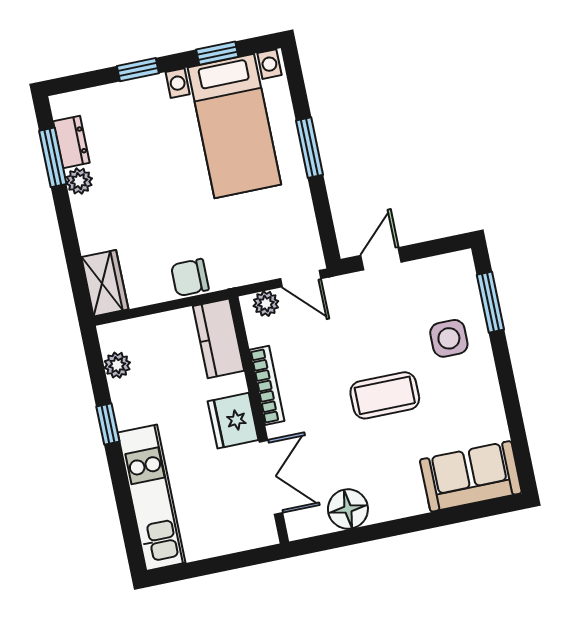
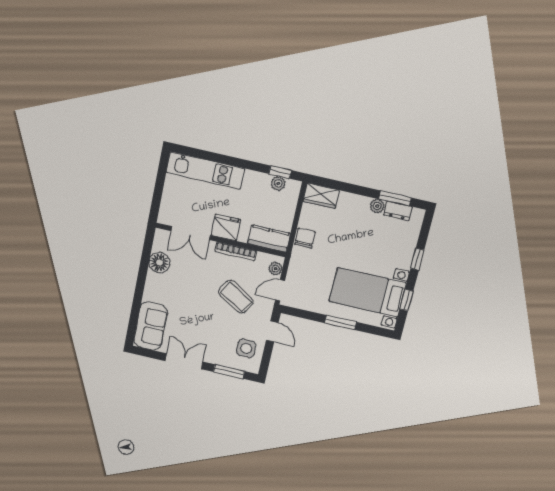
side table: (449, 338) -> (246, 348), moved
double door: (509, 390) -> (184, 361), added
coffee table: (385, 395) -> (236, 297), moved, turned -59
window: (108, 424) -> (280, 172), moved

